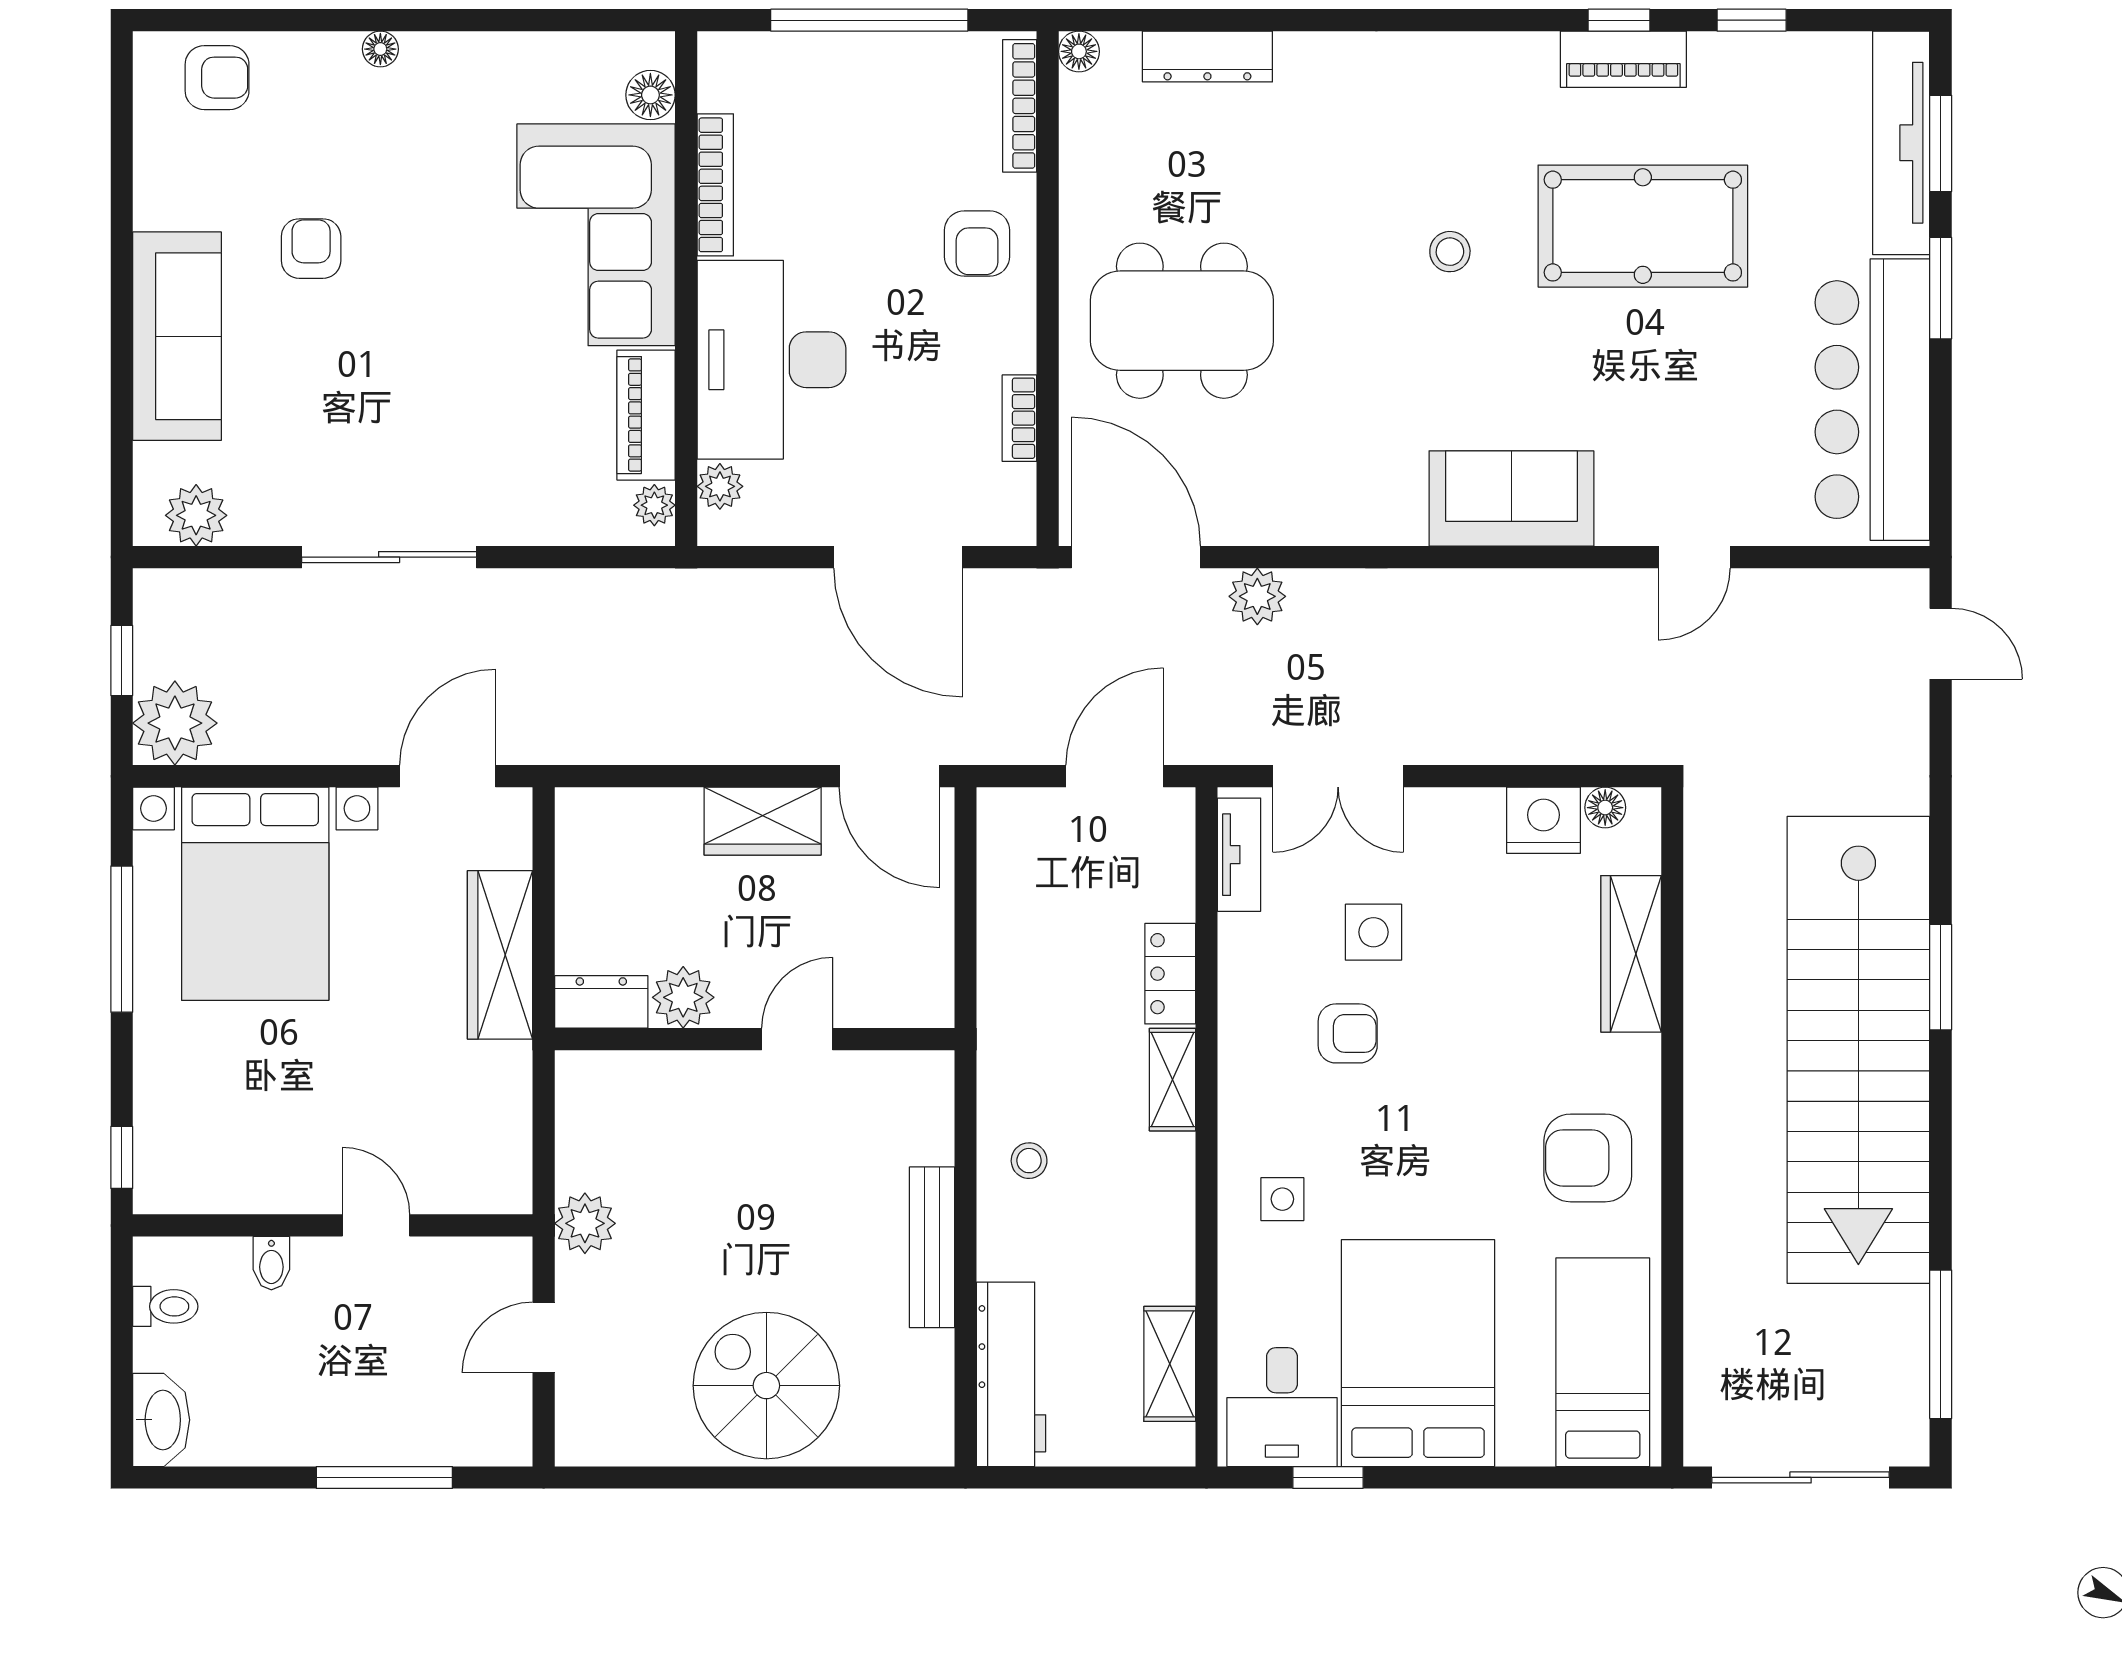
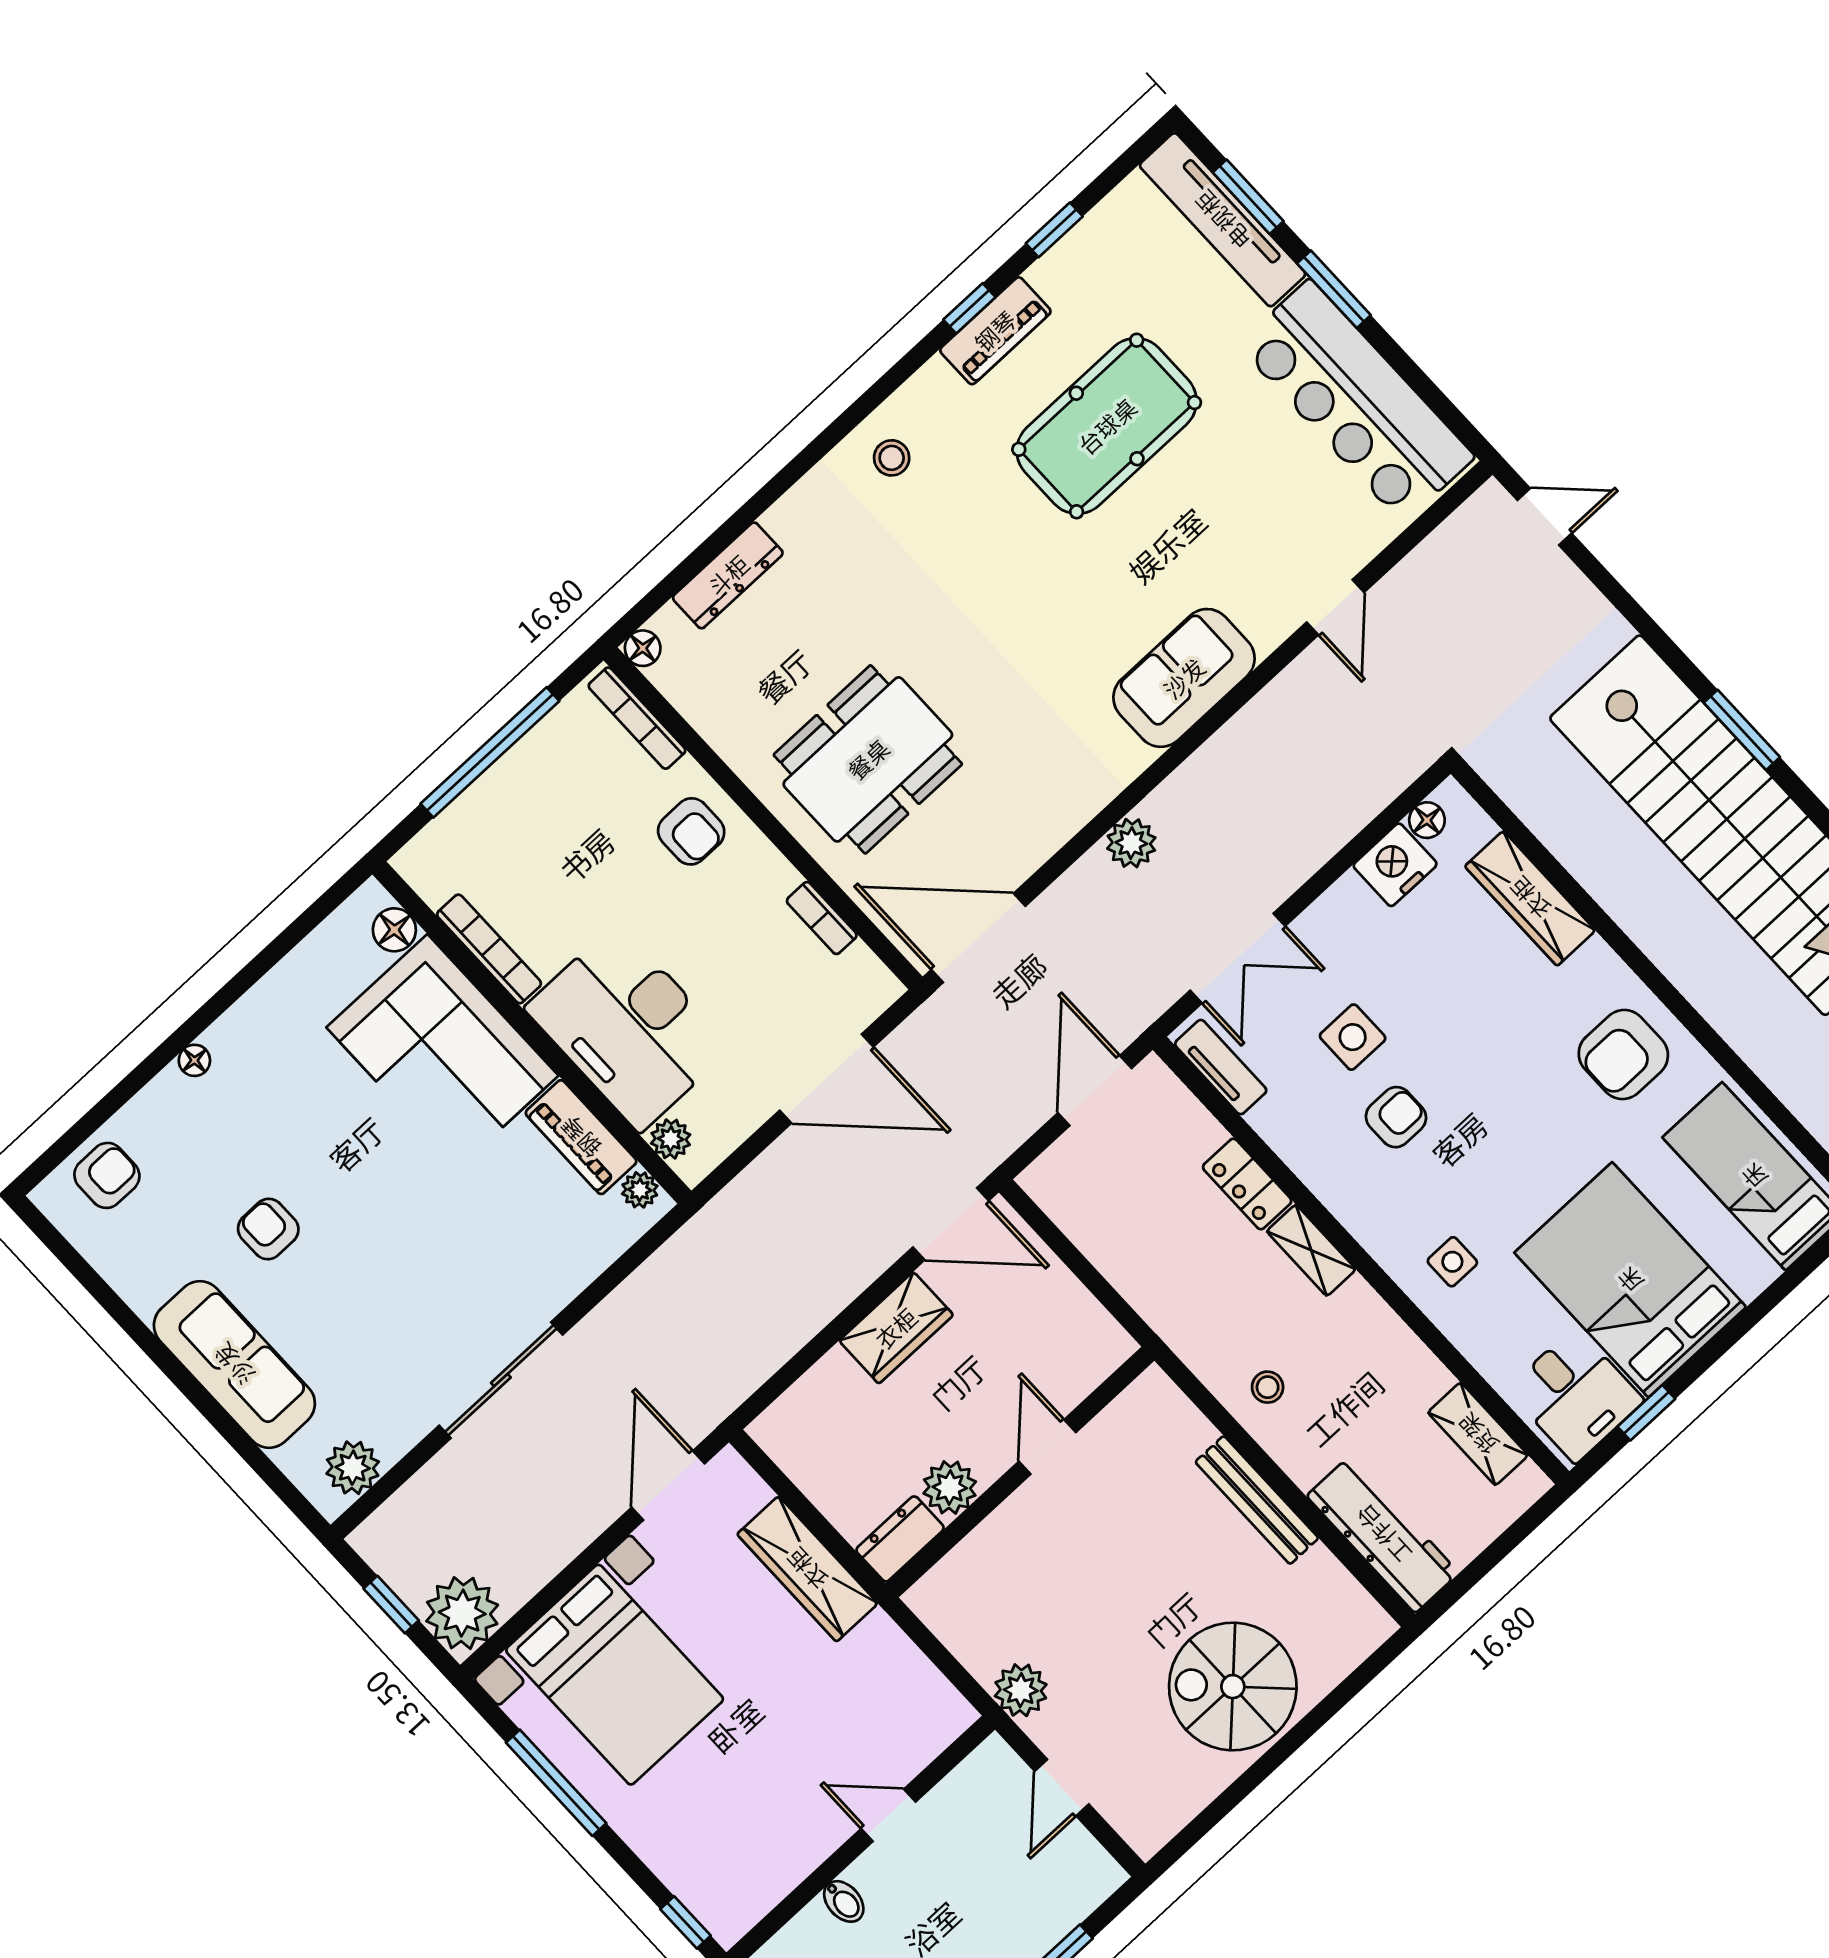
stool: (1450, 252) -> (892, 458), moved
plant: (1257, 596) -> (1131, 843), moved

